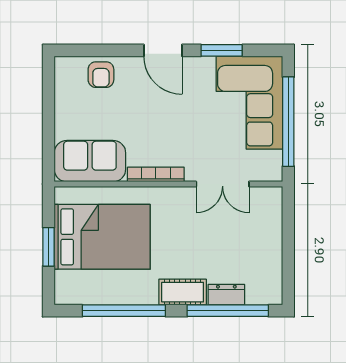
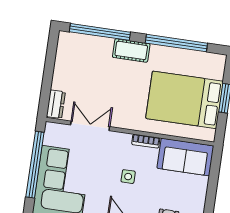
side table: (162, 124) -> (128, 177), added
bookcase: (156, 174) -> (146, 141), width x0.64
dresser: (226, 295) -> (56, 104), moved, turned -90

